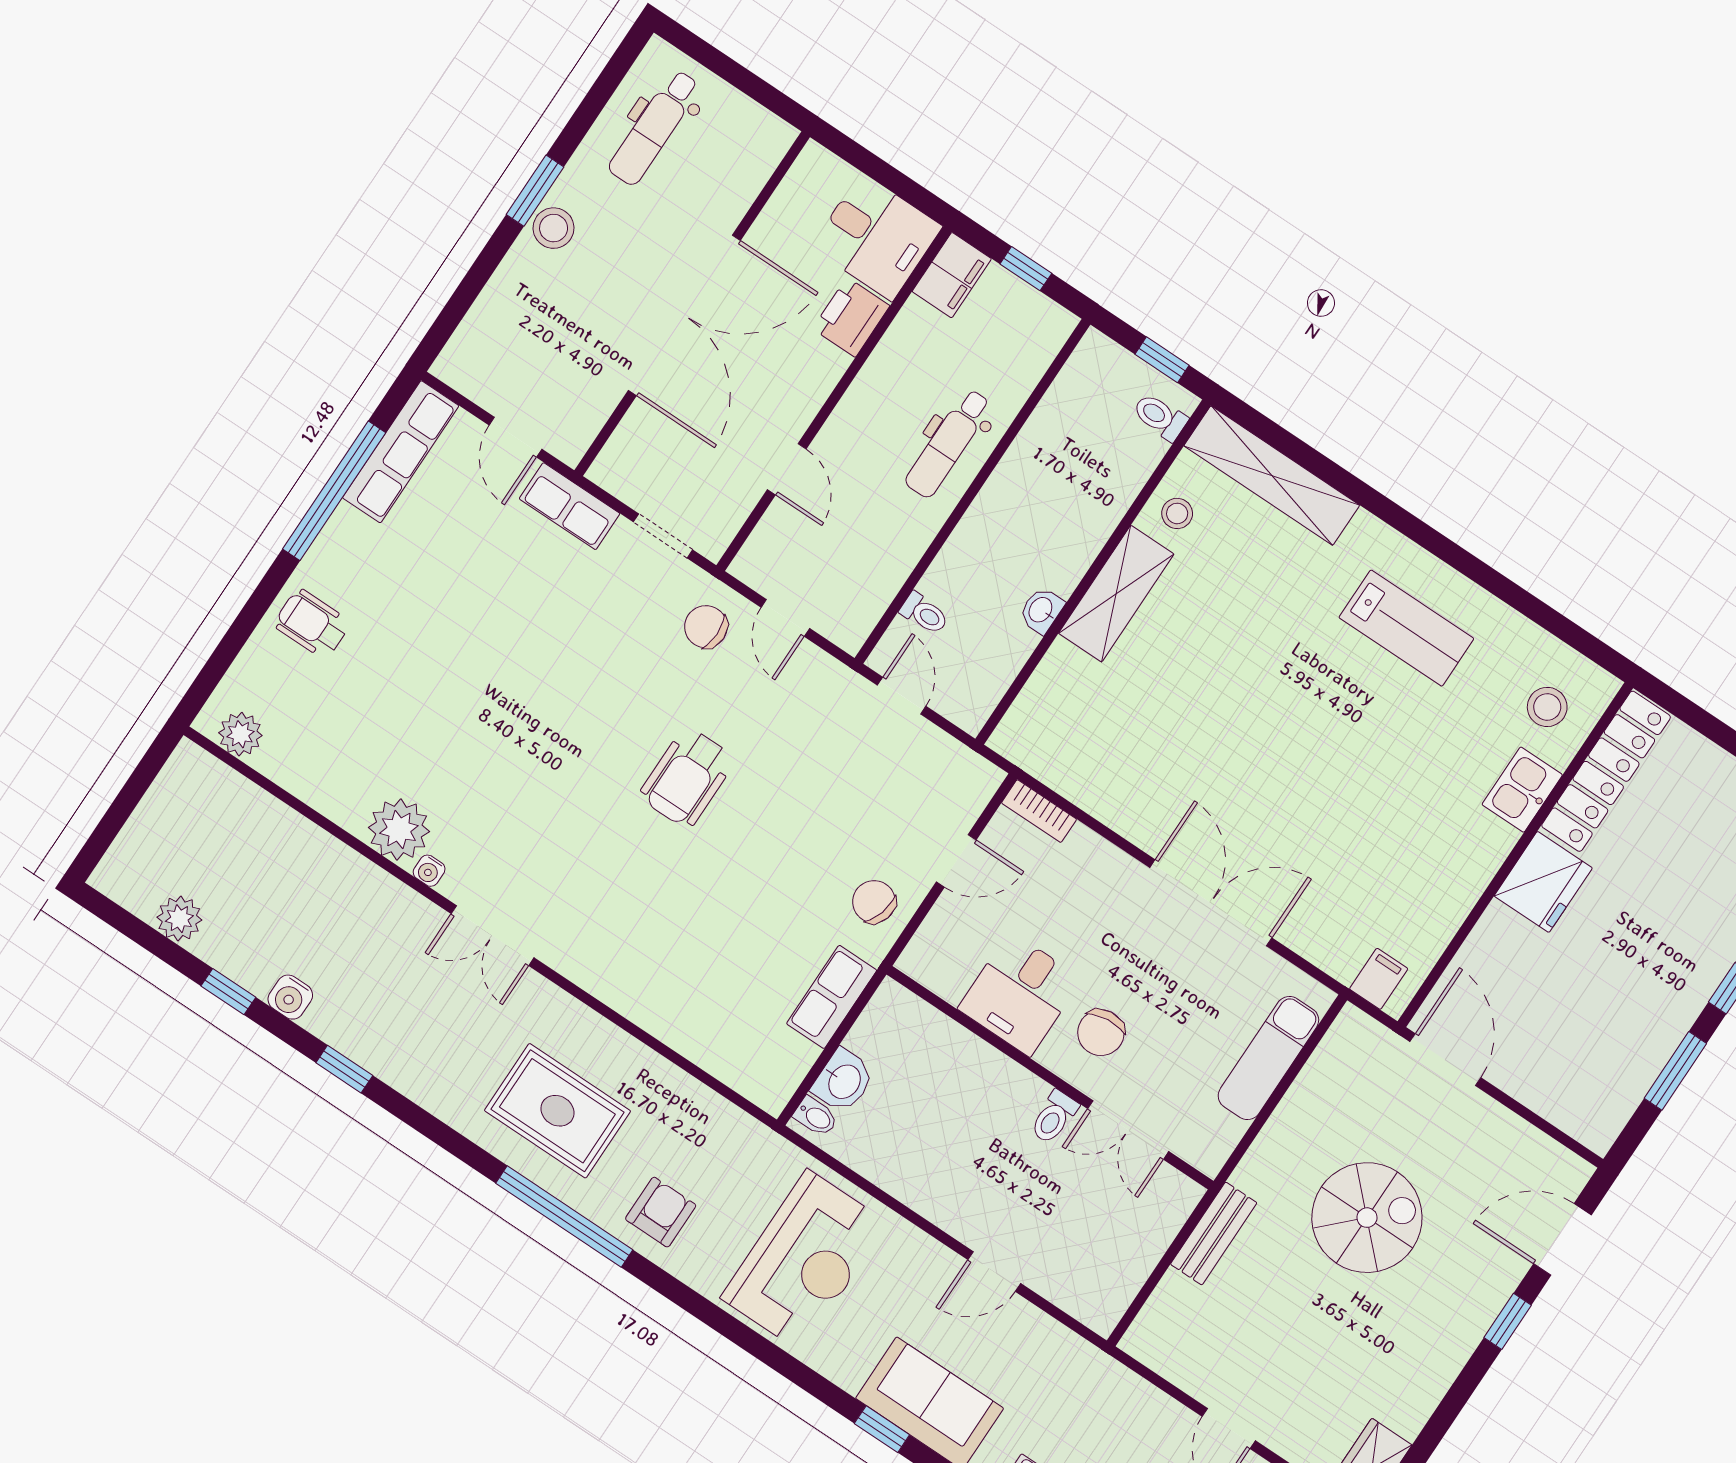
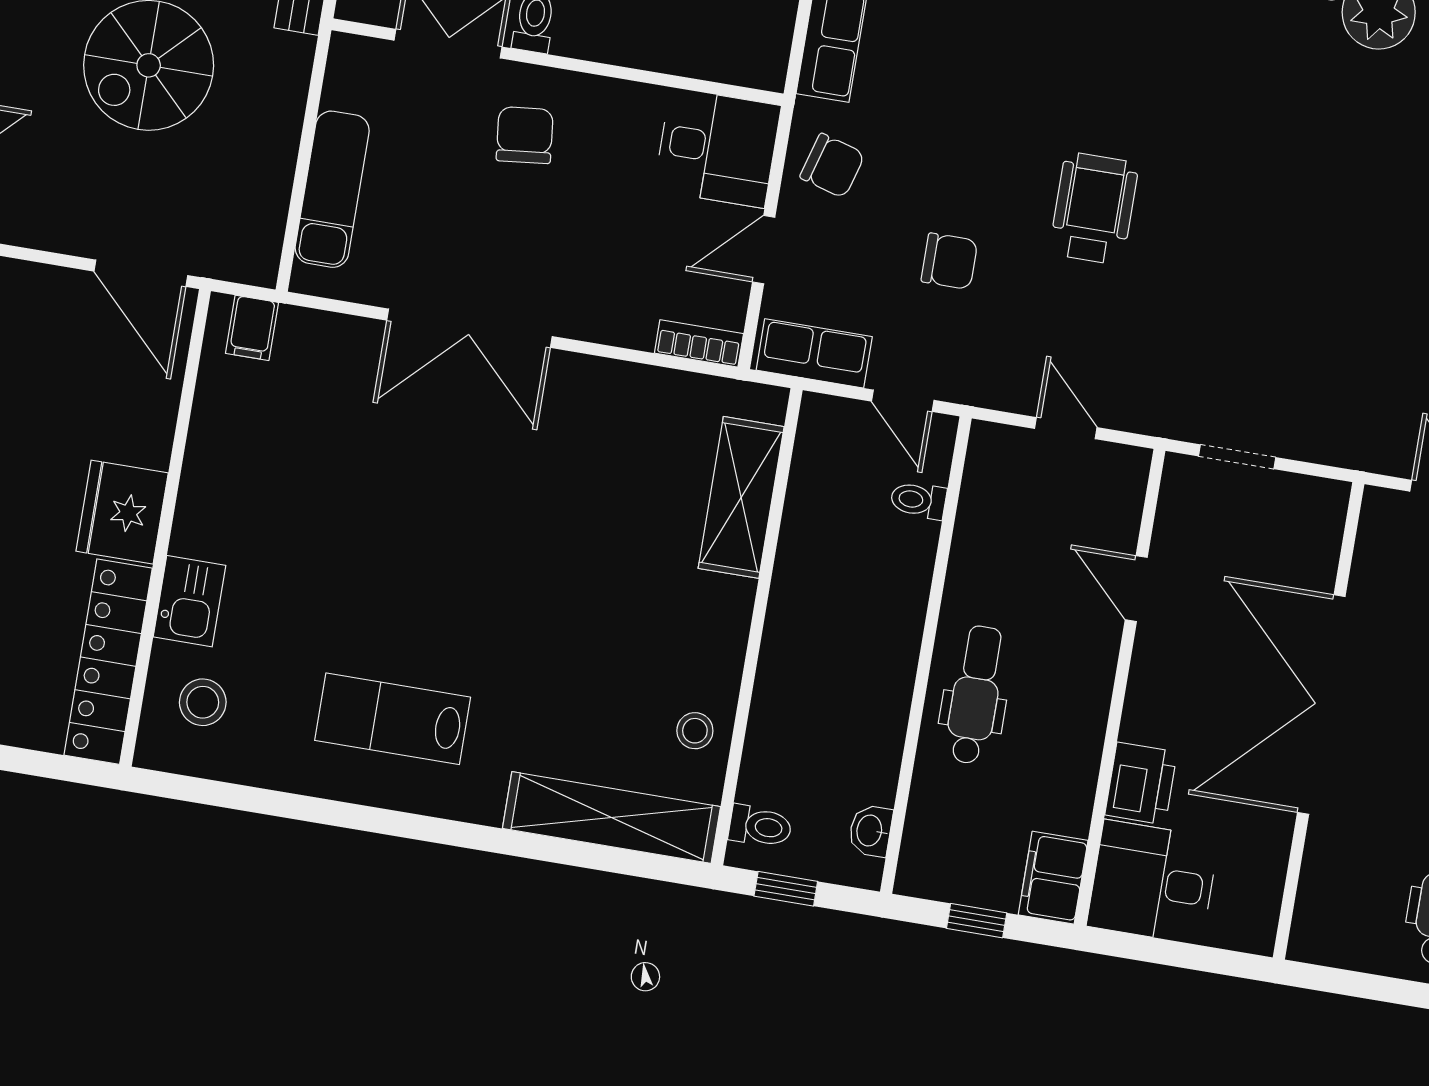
row of seats: (570, 506) -> (814, 353), moved
shelving: (1116, 594) -> (741, 497), moved
washbasin: (1041, 610) -> (870, 831), moved, turned 180
chair: (706, 627) -> (949, 261), moved
desk: (1020, 994) -> (718, 148), moved, turned 90

